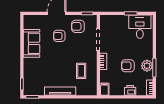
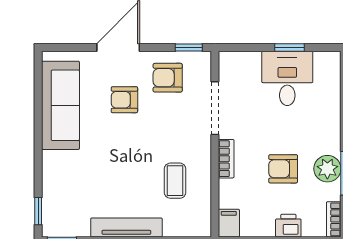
desk: (140, 27) -> (287, 78), moved
sofa: (32, 43) -> (60, 105), width x1.36

